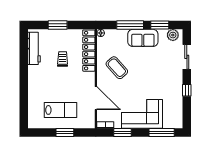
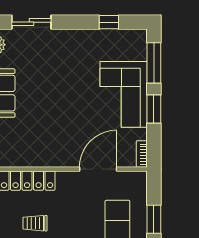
coffee table: (117, 68) -> (49, 135), removed
window: (187, 90) -> (109, 22), moved
window: (123, 132) -> (154, 109), moved

